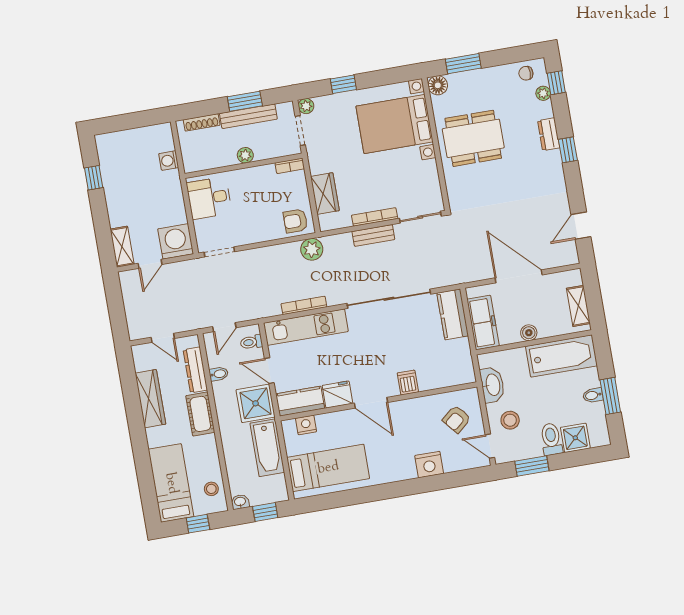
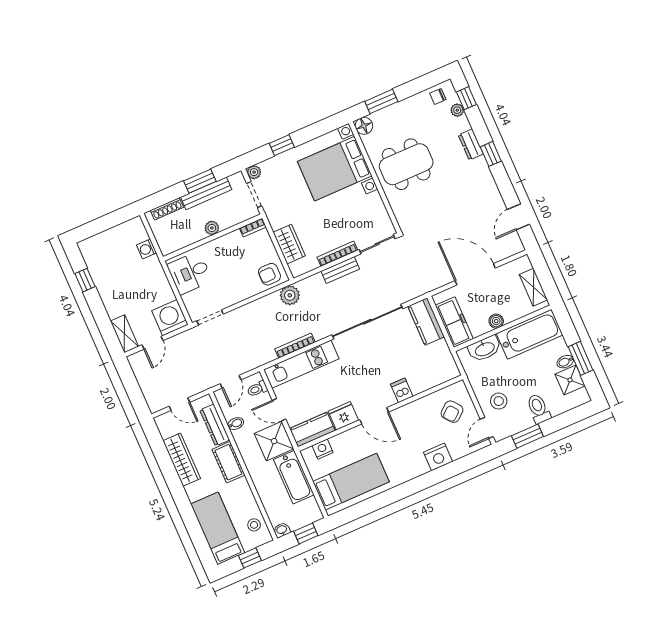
washbasin: (492, 385) -> (485, 349), moved, turned 90
shower: (575, 438) -> (570, 380), moved
door: (490, 446) -> (487, 428), hinge flipped

